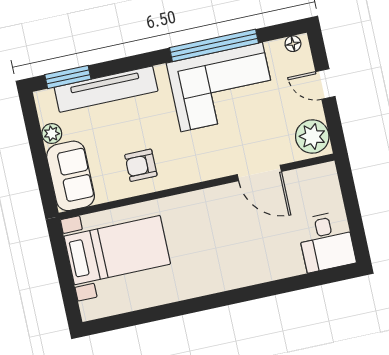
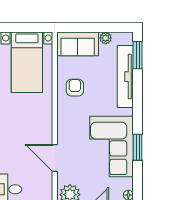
window: (214, 45) -> (138, 147), width x0.47
door: (259, 173) -> (55, 158), hinge flipped

